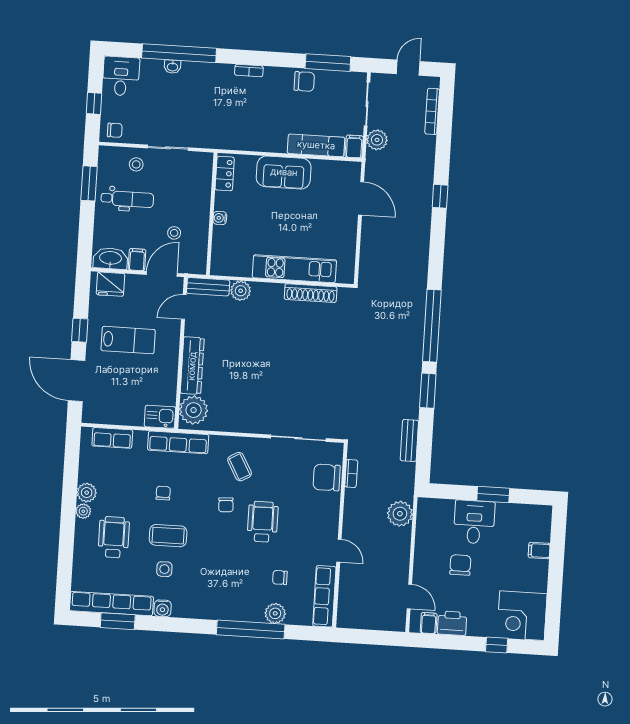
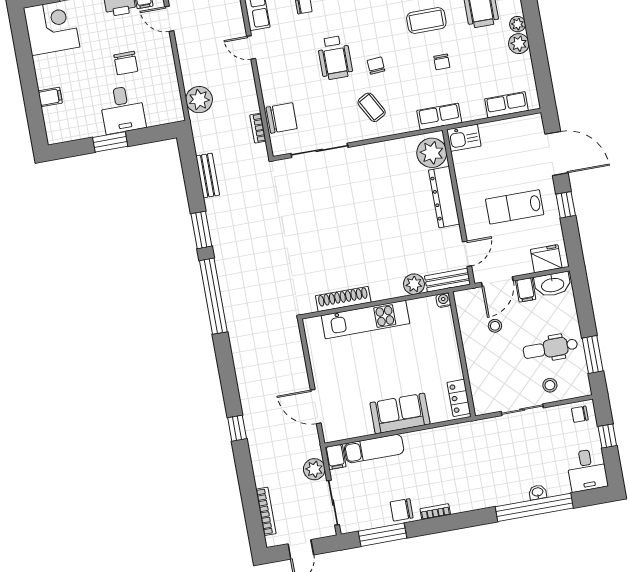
bookcase: (249, 71) -> (435, 512), moved
water cooler: (220, 218) -> (443, 300), moved, turned -90
row of seats: (178, 442) -> (439, 117), width x0.68

